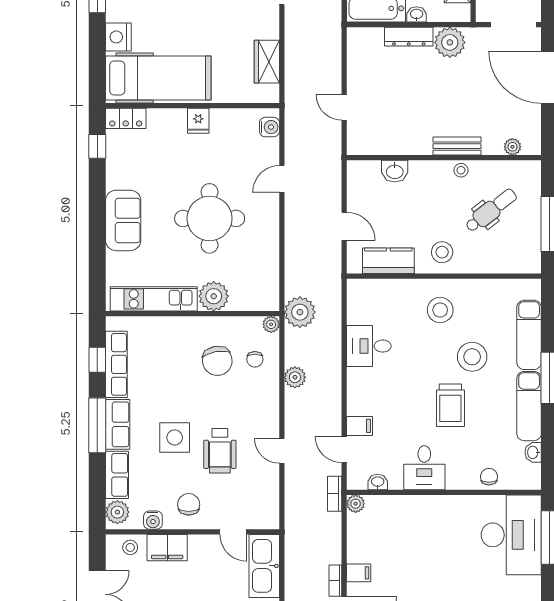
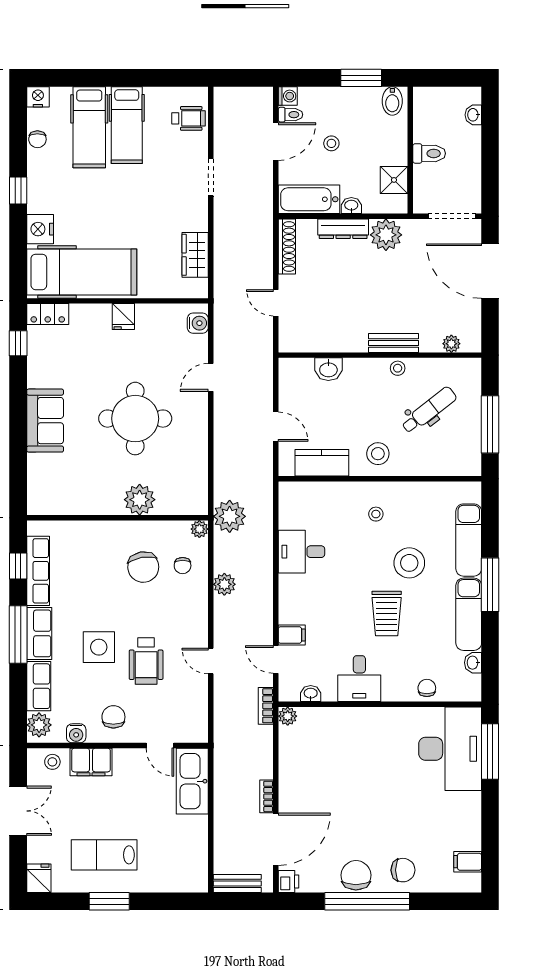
shoe rack: (355, 54) -> (287, 247), added
kitchen unit: (154, 299) -> (77, 502), removed
stool: (440, 310) -> (376, 514), width x0.53, depth x0.53
filing cabinet: (359, 573) -> (291, 788), removed

